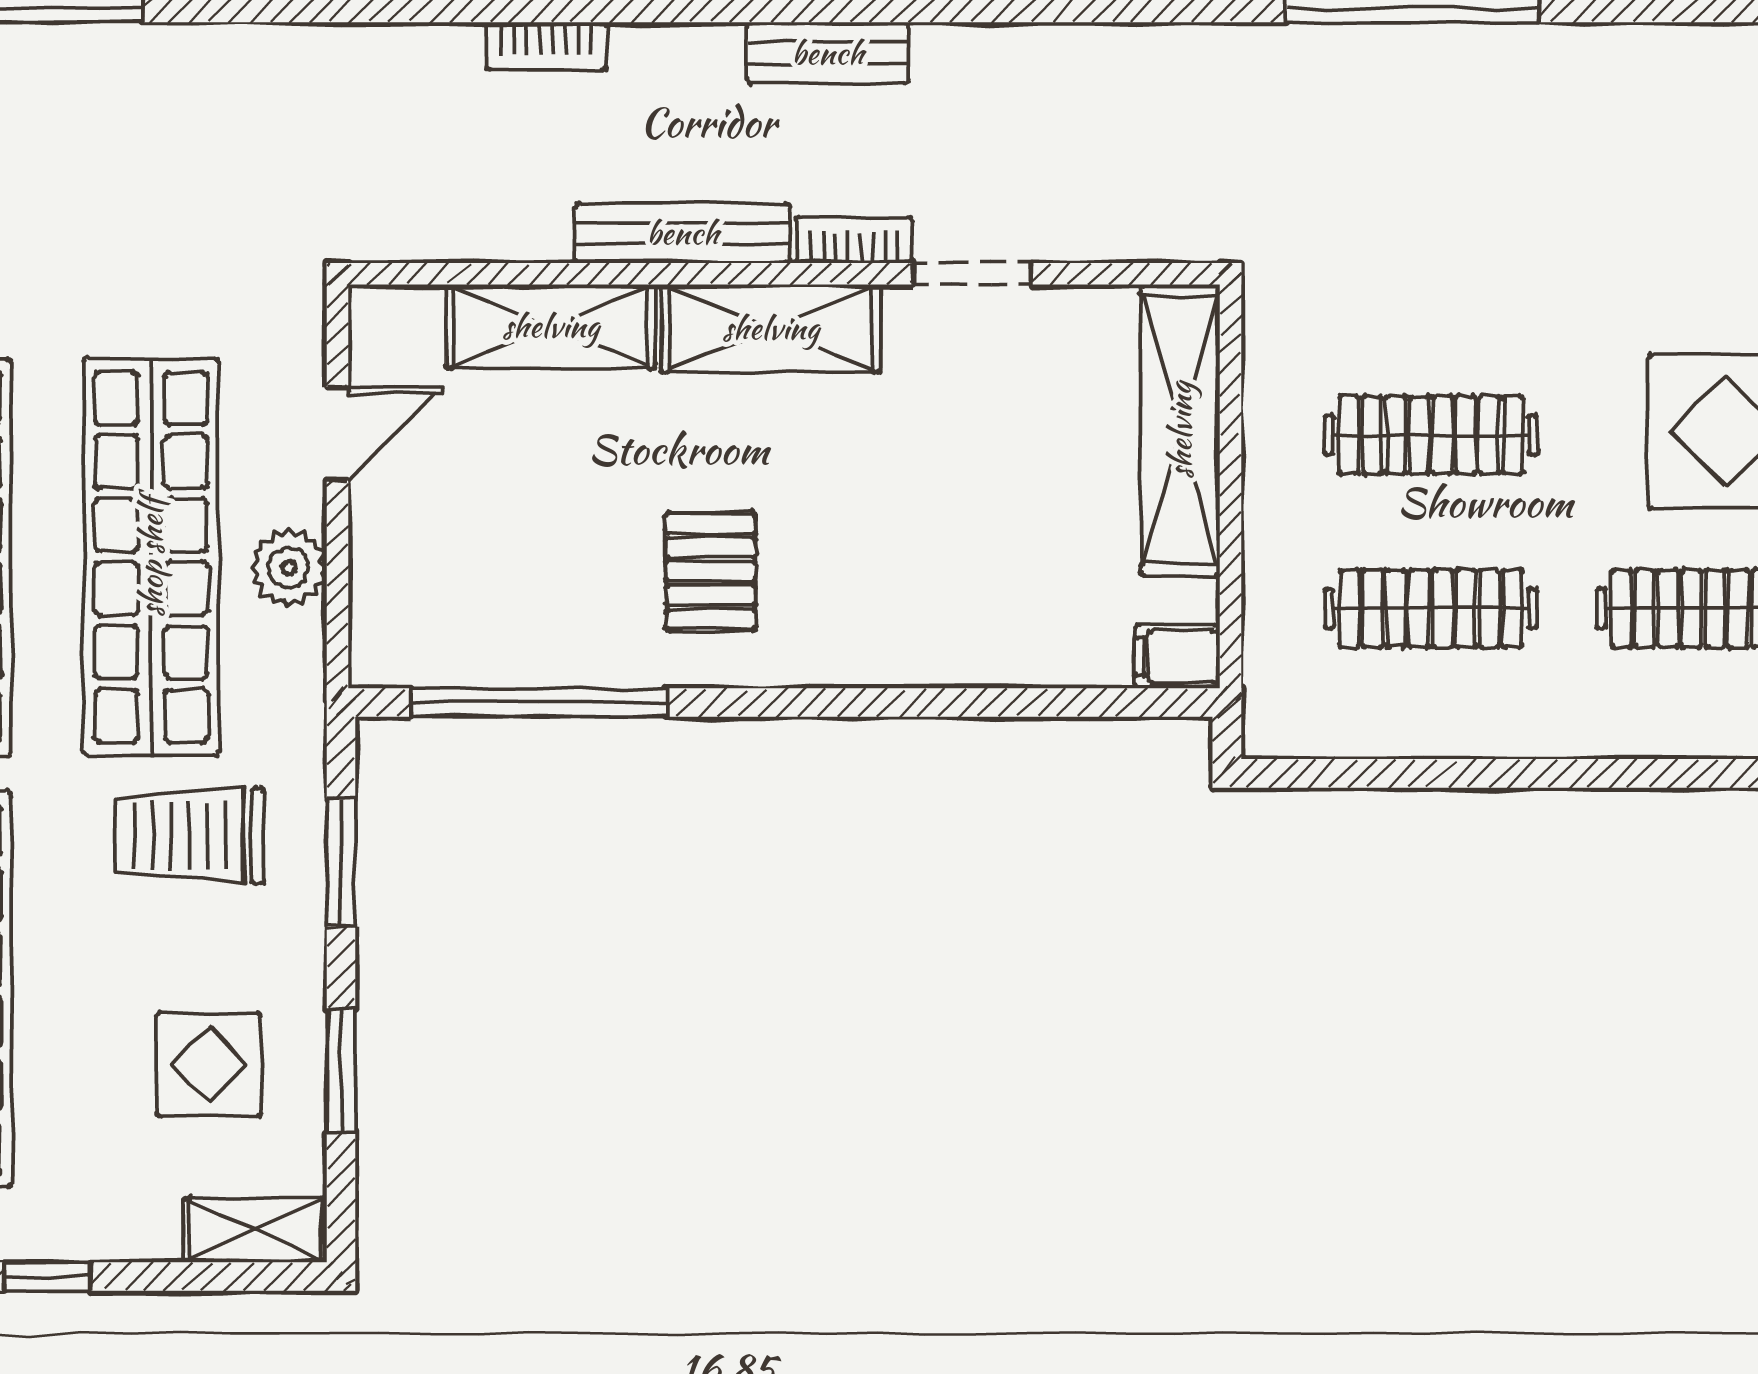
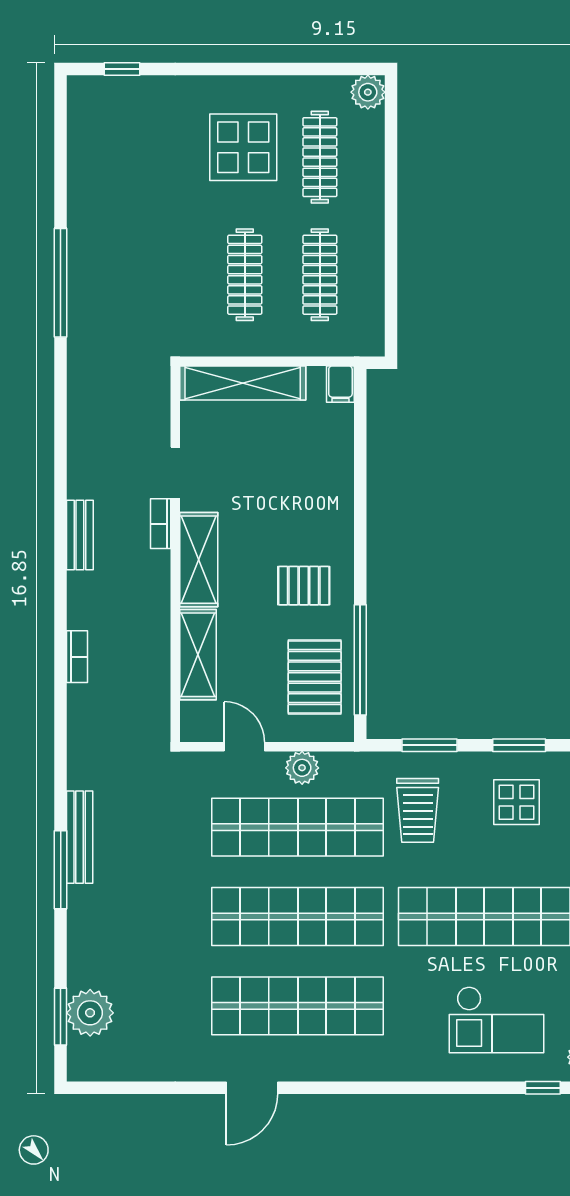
bench: (683, 233) -> (80, 837), moved
pallet: (499, 597) -> (315, 677), added

